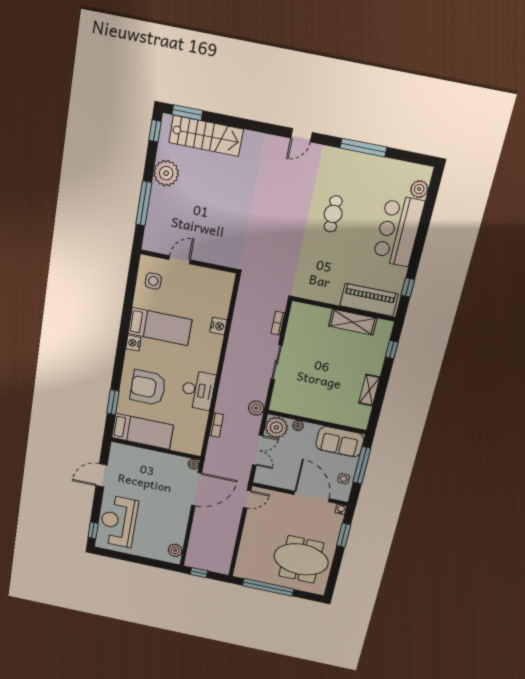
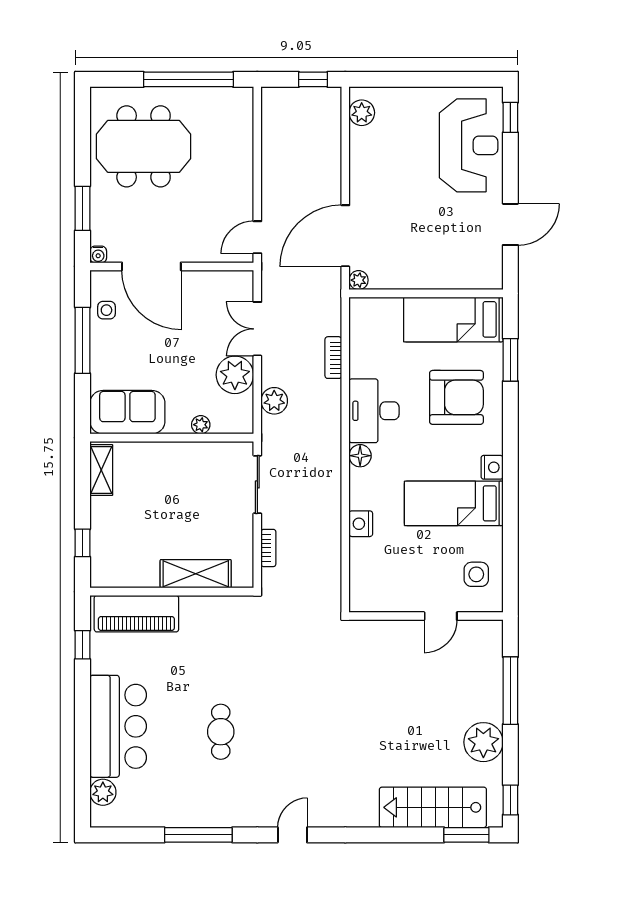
shelving: (353, 322) -> (196, 574), moved
floor lamp: (211, 366) -> (360, 456), added
wall: (317, 422) -> (172, 438), moved
plant: (298, 426) -> (201, 425), moved
sofa: (340, 442) -> (127, 412), moved

